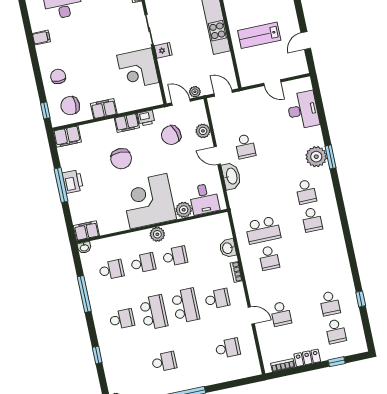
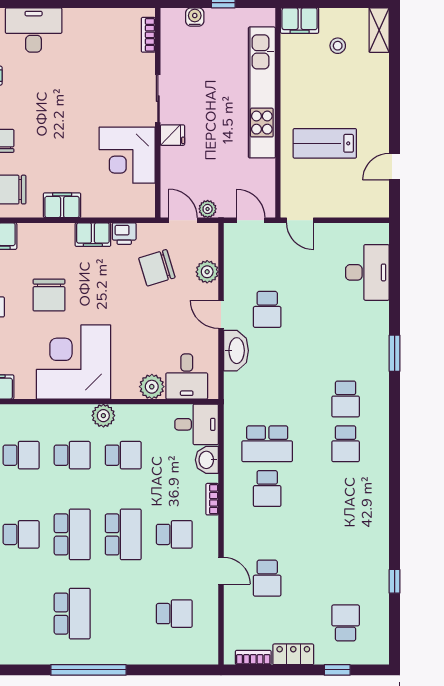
door: (272, 83) -> (300, 220), moved
plant: (316, 157) -> (373, 348), removed
chair: (121, 159) -> (49, 295), moved
corner desk: (149, 201) -> (74, 362), moved
desk: (217, 227) -> (197, 424), added
school desk: (330, 303) -> (346, 578), removed
school desk: (336, 331) -> (346, 623), turned 180
school desk: (164, 362) -> (72, 614), width x1.85

